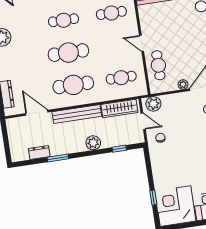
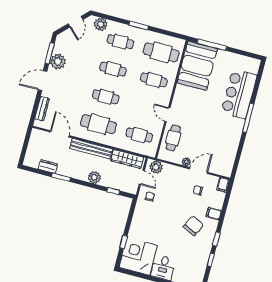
cafe table: (68, 53) -> (106, 97), width x0.73, depth x0.74

